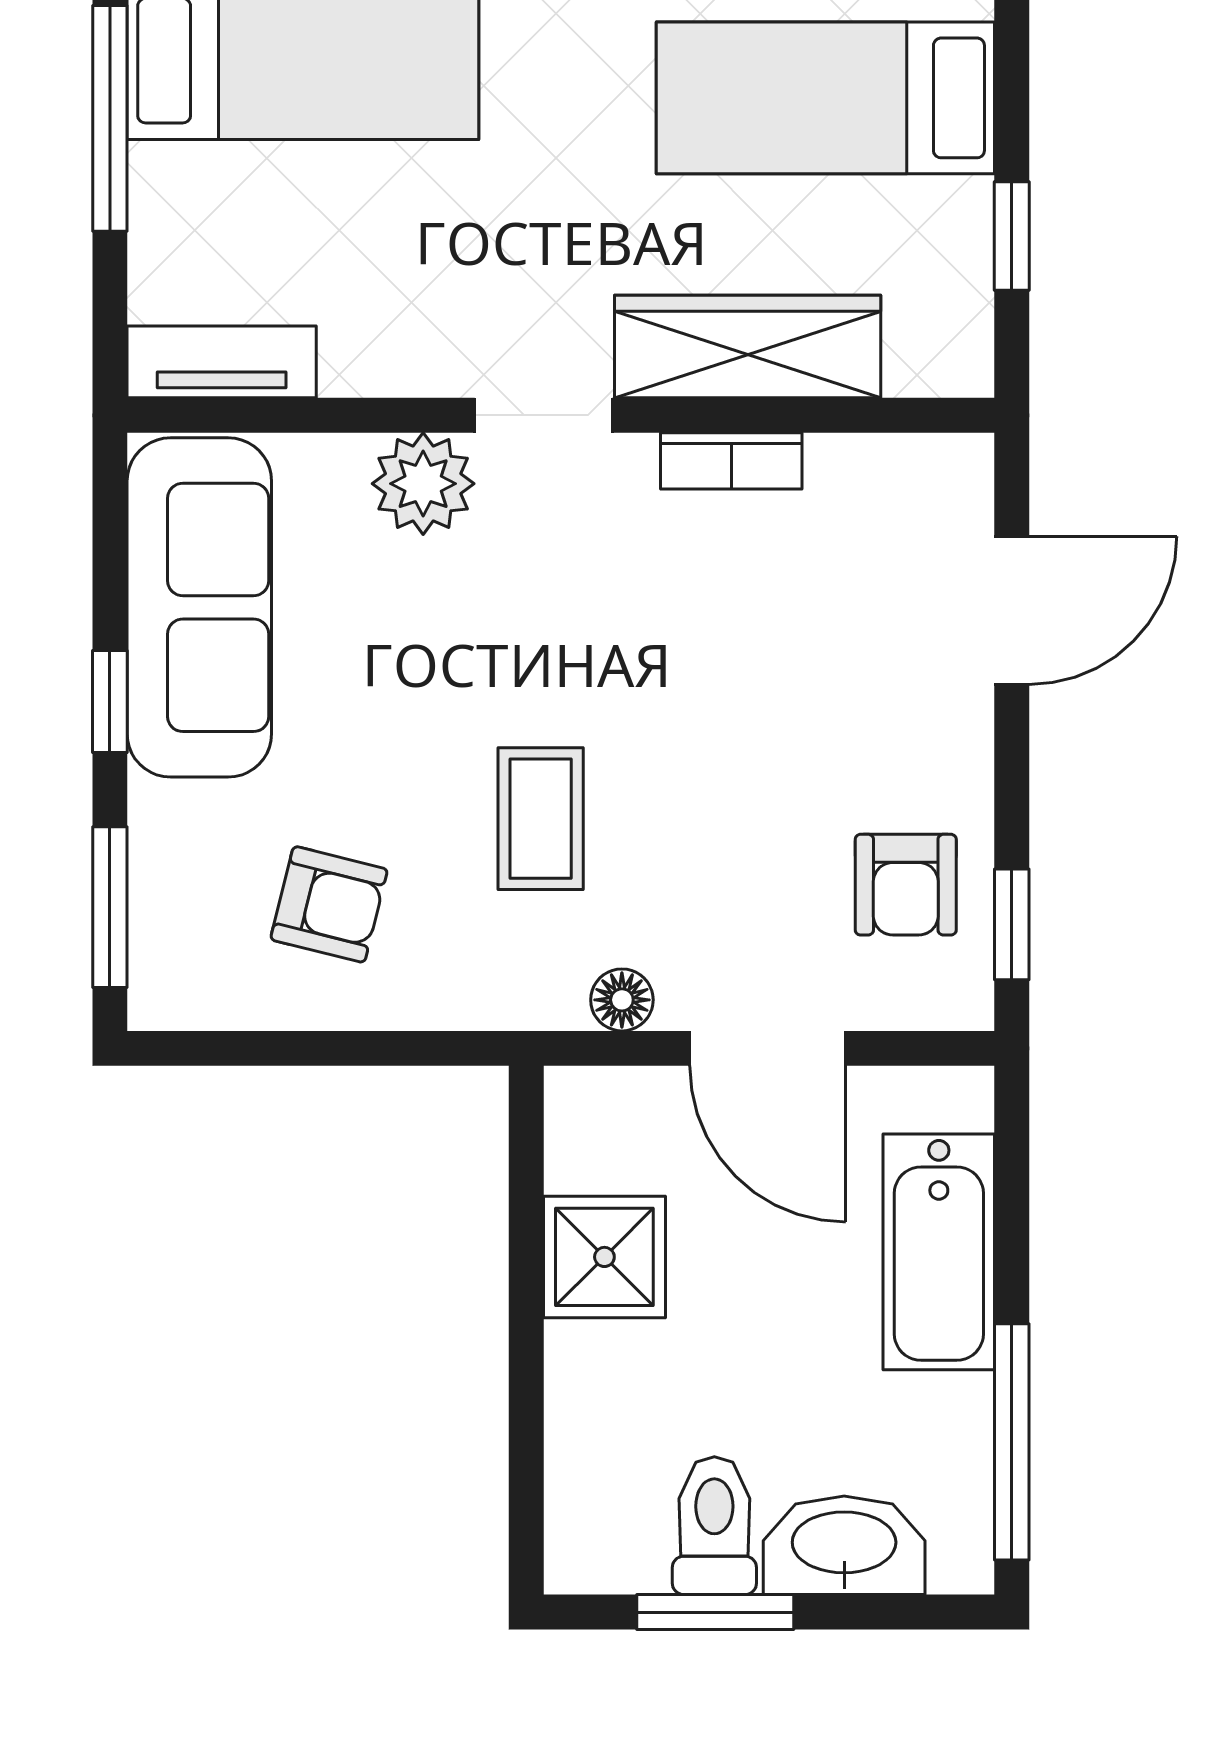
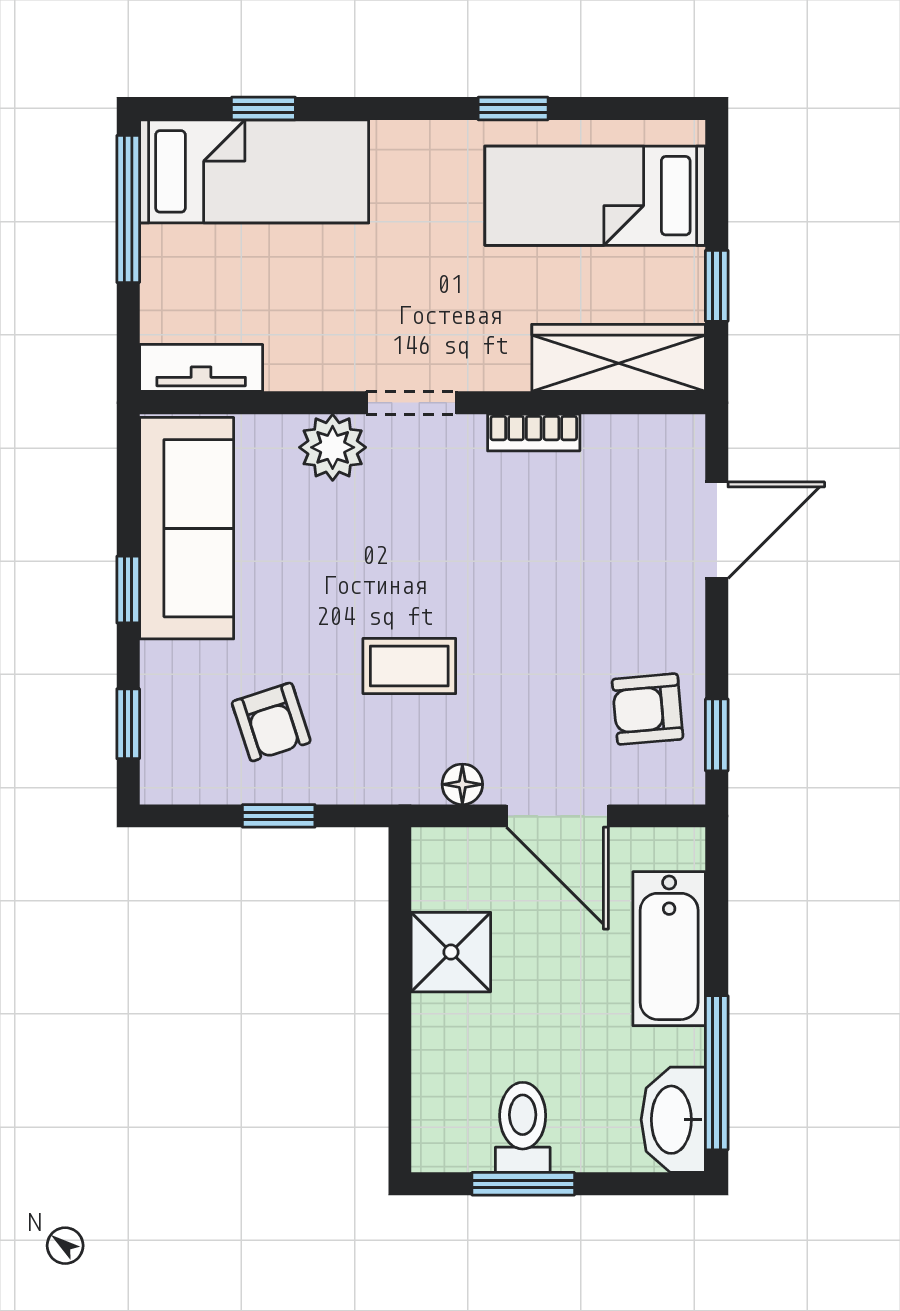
wardrobe: (748, 346) -> (619, 358), moved
coffee table: (541, 819) -> (409, 666), turned 90
armchair: (906, 885) -> (648, 709), turned 85
armchair: (329, 904) -> (271, 722), turned 58
window: (110, 907) -> (128, 724), width x0.67
window: (341, 1048) -> (279, 816), added
washbasin: (844, 1545) -> (673, 1120), moved, turned -90

